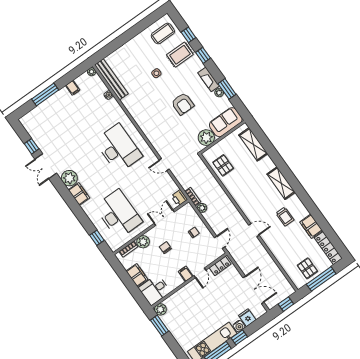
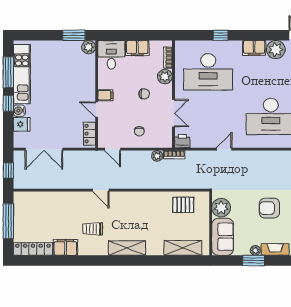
door: (254, 230) -> (101, 190), hinge flipped
window: (97, 238) -> (220, 35), moved
pallet: (307, 268) -> (28, 215), removed

